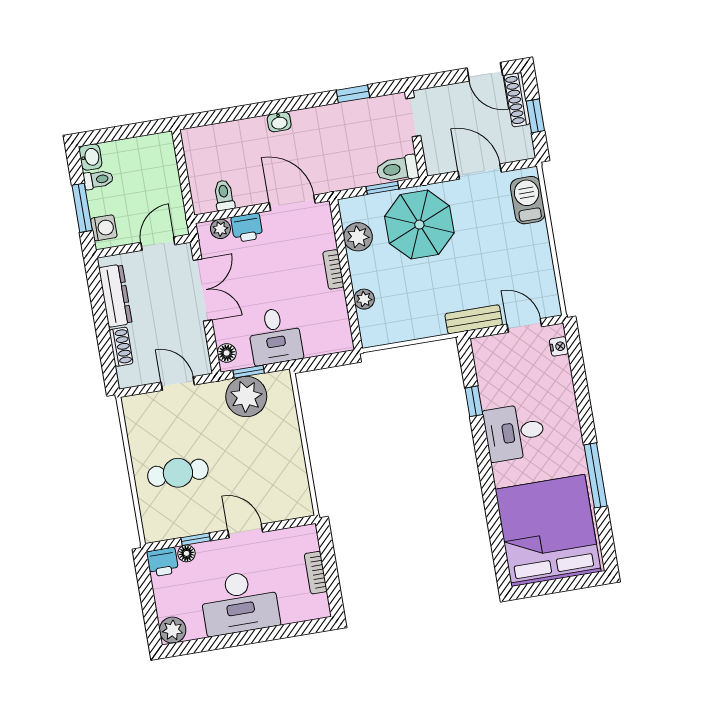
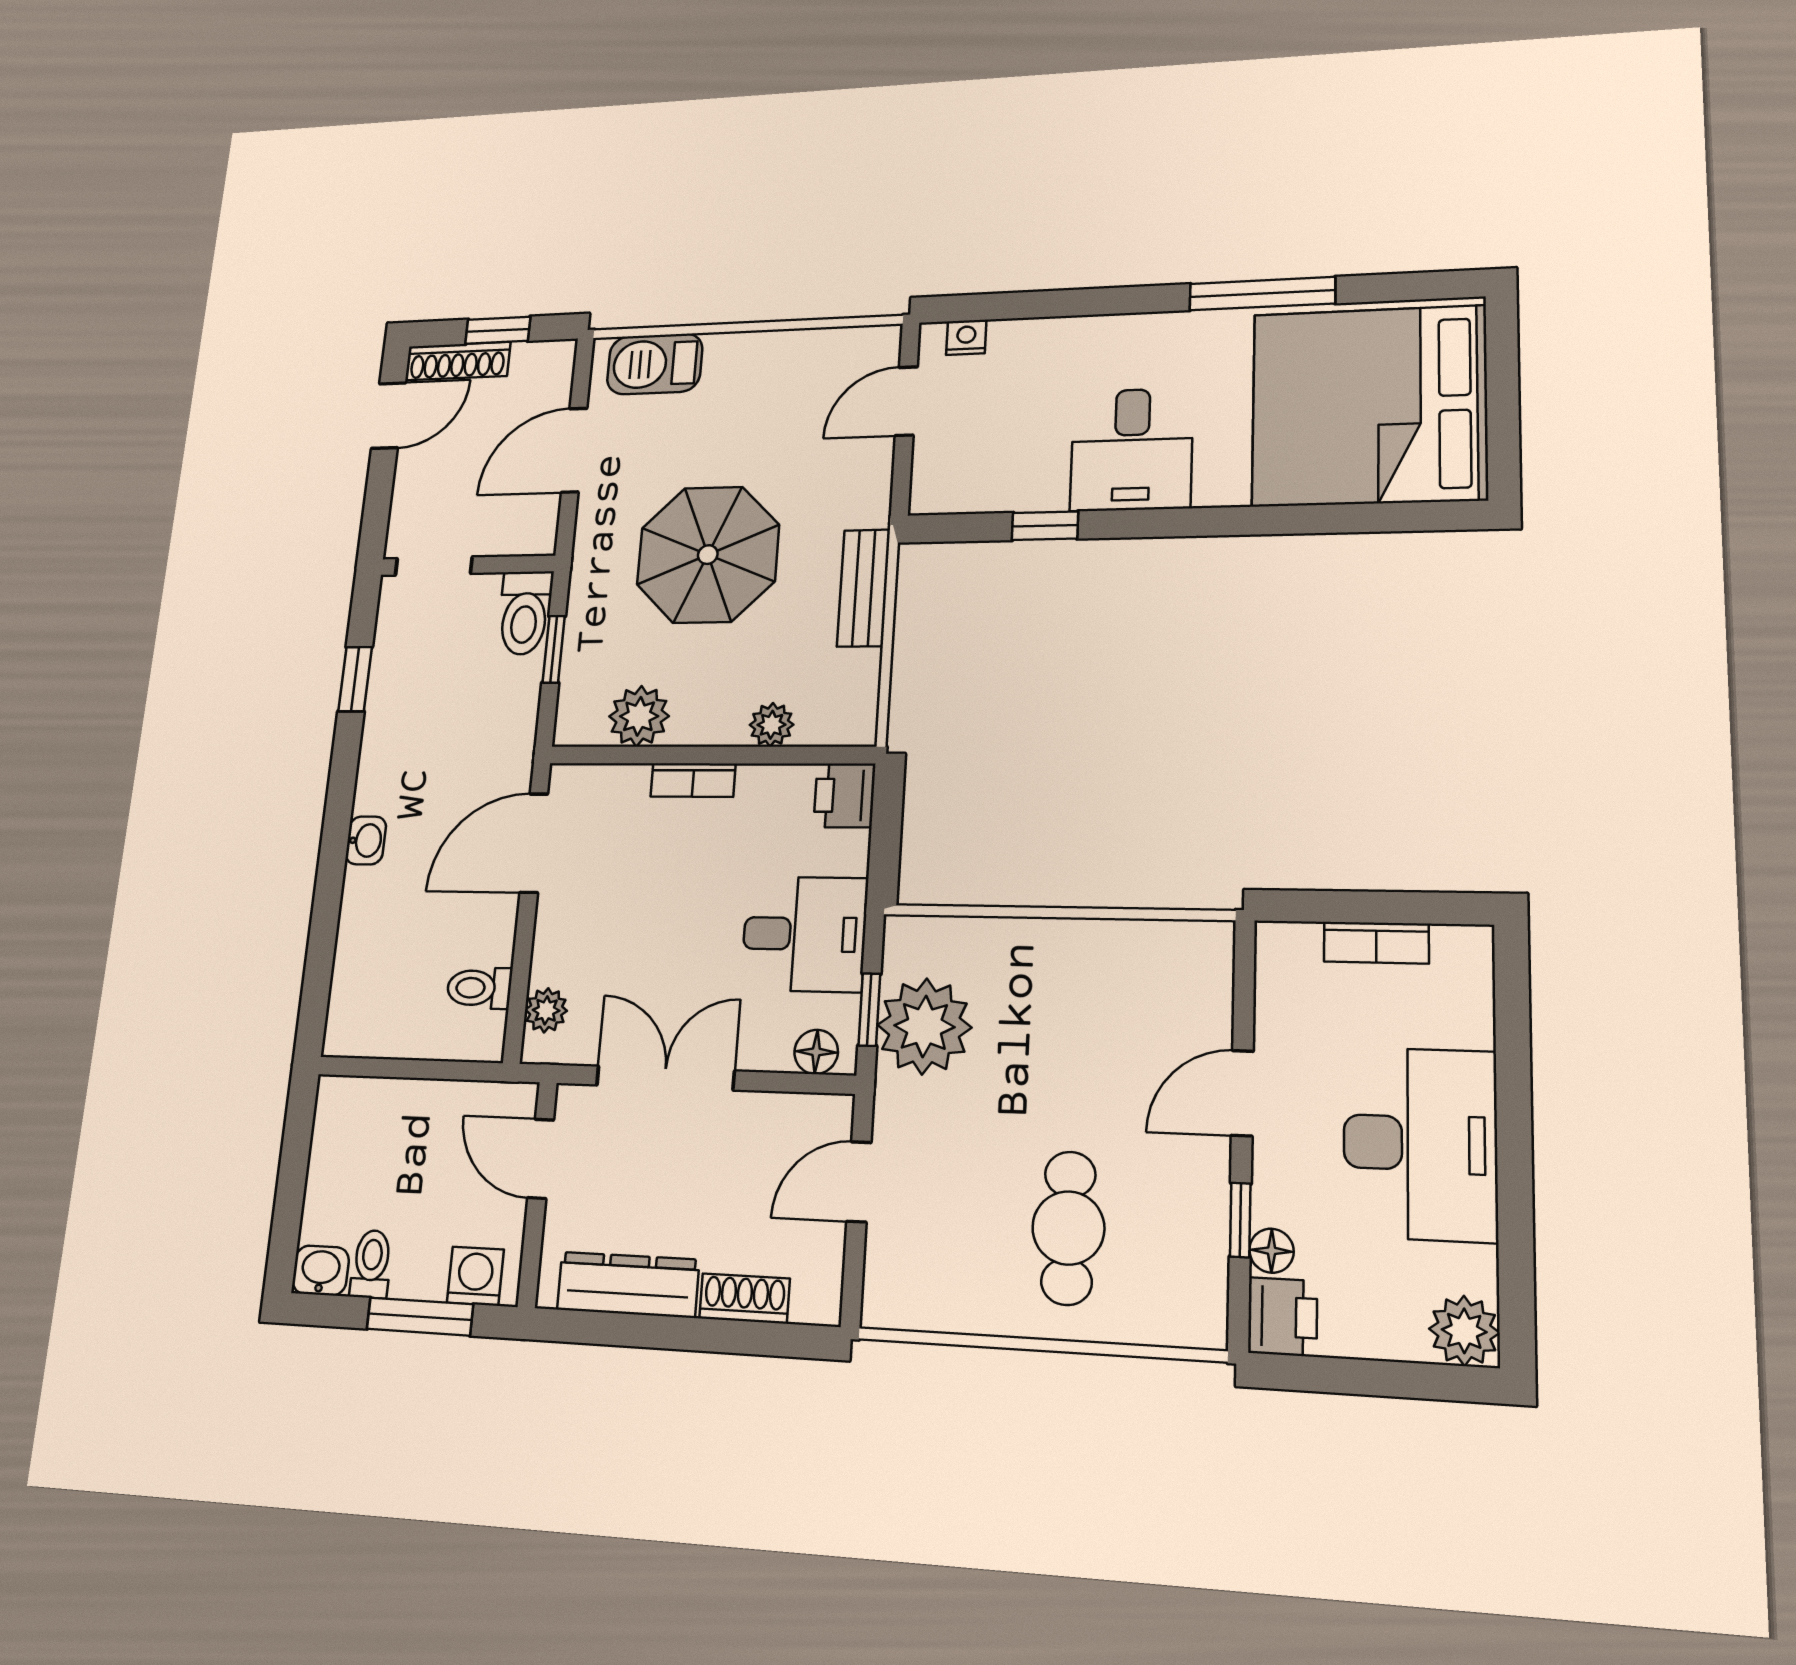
parasol: (419, 225) -> (708, 555), moved
printer: (247, 228) -> (845, 795), moved, turned 180
bench: (474, 319) -> (864, 588), moved

